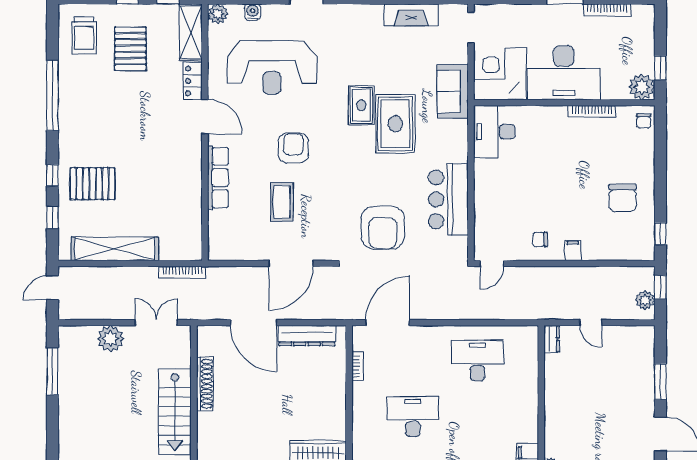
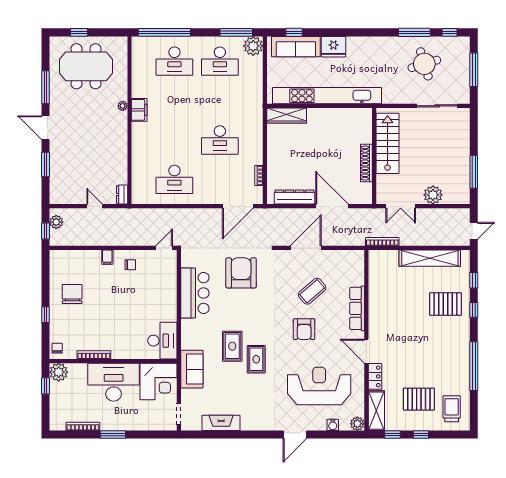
pallet: (130, 49) -> (419, 399), turned 90
rug: (395, 124) -> (232, 346), width x0.73, depth x0.70
coffee table: (282, 202) -> (312, 291), turned 49
window: (660, 234) -> (46, 315), moved

